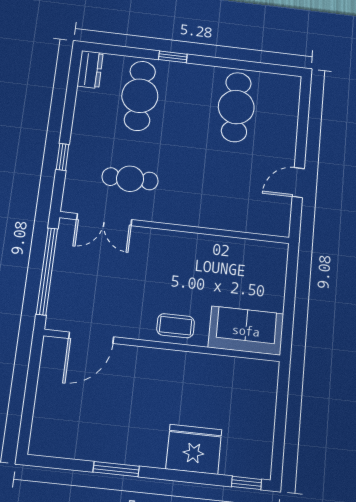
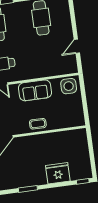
side table: (262, 261) -> (69, 86), added
sofa: (246, 331) -> (35, 90), moved, turned 180

